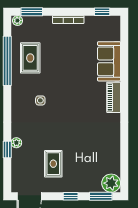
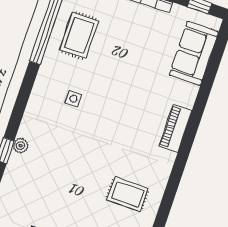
sofa: (109, 61) -> (194, 53), moved
rug: (53, 164) -> (128, 194), moved, turned 90

